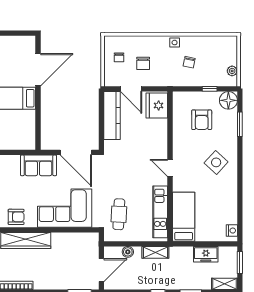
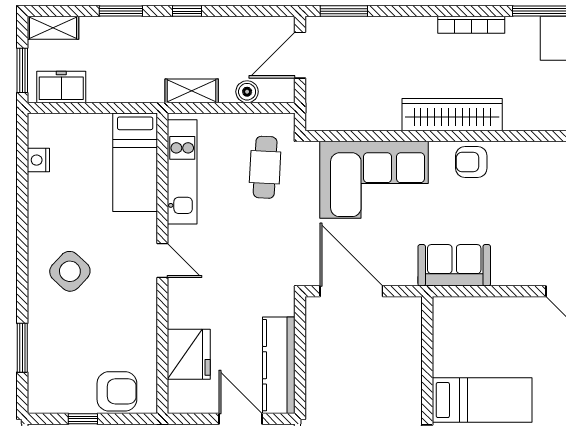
floor lamp: (228, 100) -> (45, 396), removed
fridge: (157, 105) -> (189, 354), moved
armchair: (202, 120) -> (117, 391), moved, turned 90
sofa: (38, 165) -> (454, 265), moved
nightstand: (232, 231) -> (38, 160), moved
freezer: (206, 254) -> (61, 87), moved

